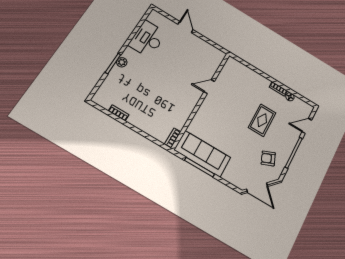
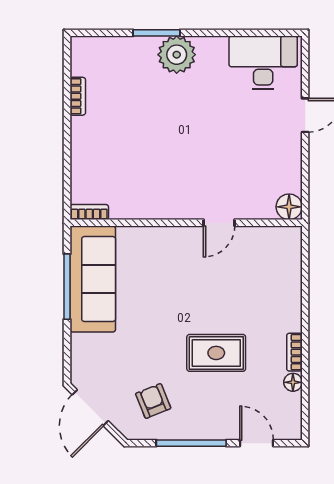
desk: (147, 39) -> (263, 63), moved
floor lamp: (219, 56) -> (289, 207), added
plant: (122, 62) -> (177, 55), width x1.88, depth x1.88
door: (209, 87) -> (219, 223), swing flipped

